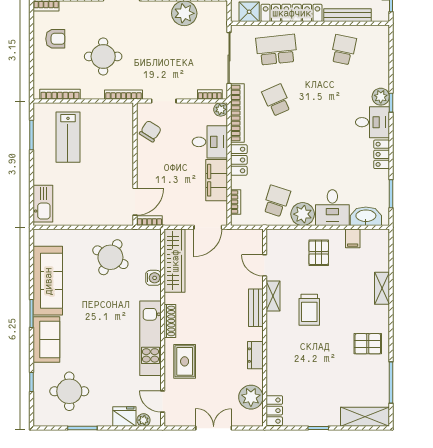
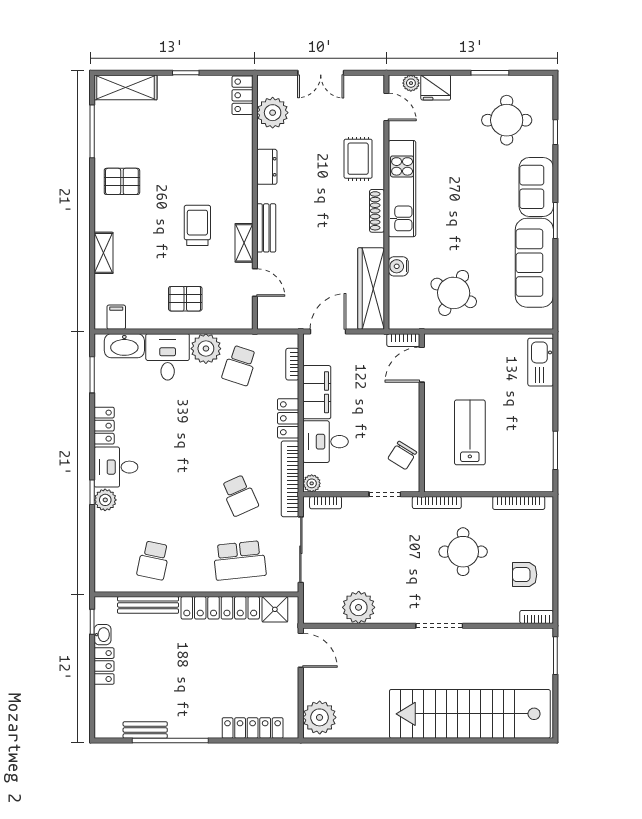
lab bench: (68, 137) -> (470, 432), moved
filing cabinet: (353, 238) -> (116, 317), moved
pallet: (319, 253) -> (185, 299), turned 90

